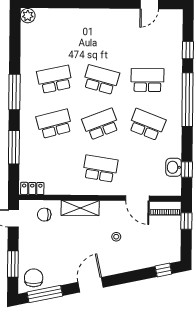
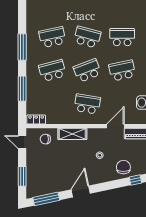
school desk: (147, 125) -> (122, 71), turned -33
door: (137, 198) -> (115, 126), swing flipped
chair: (34, 278) -> (123, 167), moved

